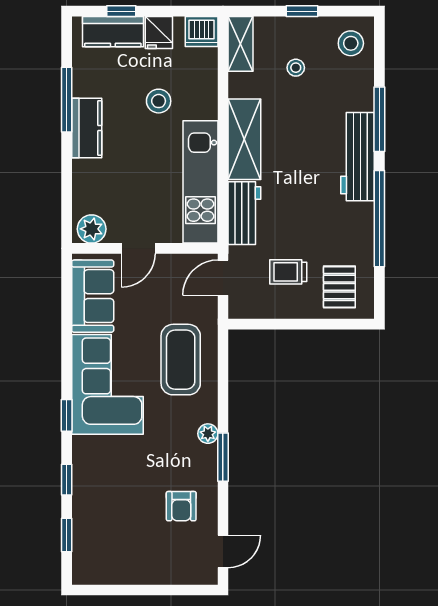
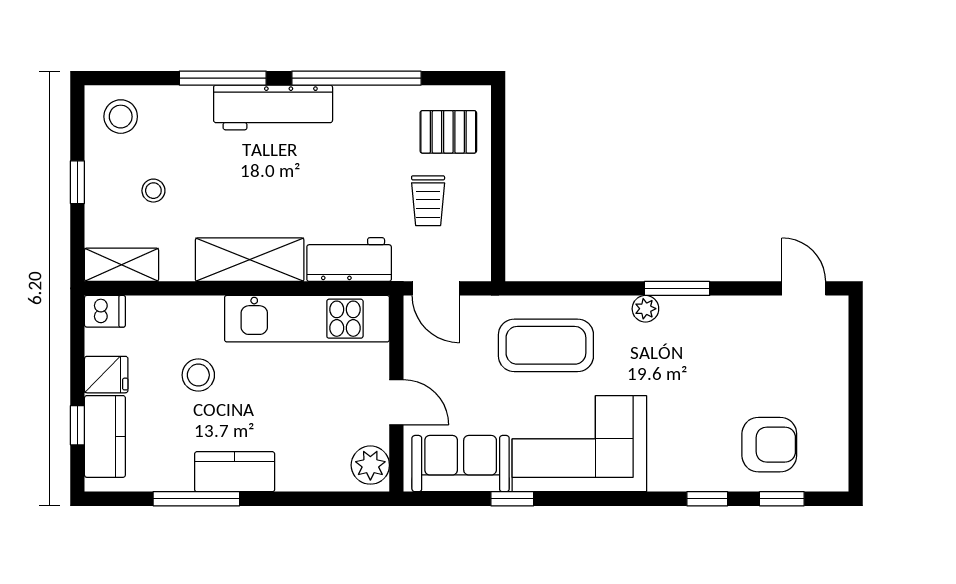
dishwasher: (202, 32) -> (105, 311), width x0.73
window: (67, 415) -> (512, 499), moved
armchair: (181, 506) -> (769, 445), moved, width x1.38, depth x1.38

